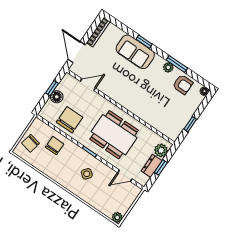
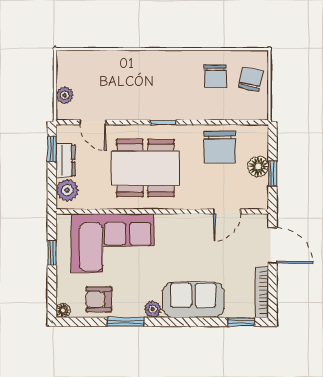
window: (144, 42) -> (241, 322), moved
plant: (168, 67) -> (153, 309), moved
corner sofa: (157, 108) -> (112, 243), added
chair: (55, 146) -> (215, 76), moved
window: (161, 167) -> (52, 149), moved
side table: (87, 174) -> (146, 90), removed
door: (125, 176) -> (93, 122), swing flipped
plant: (117, 217) -> (65, 95), moved

